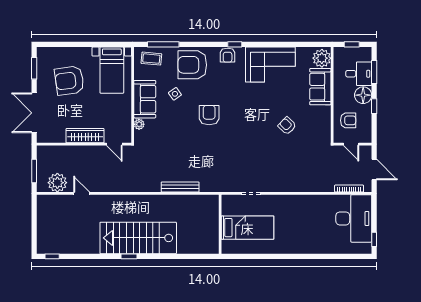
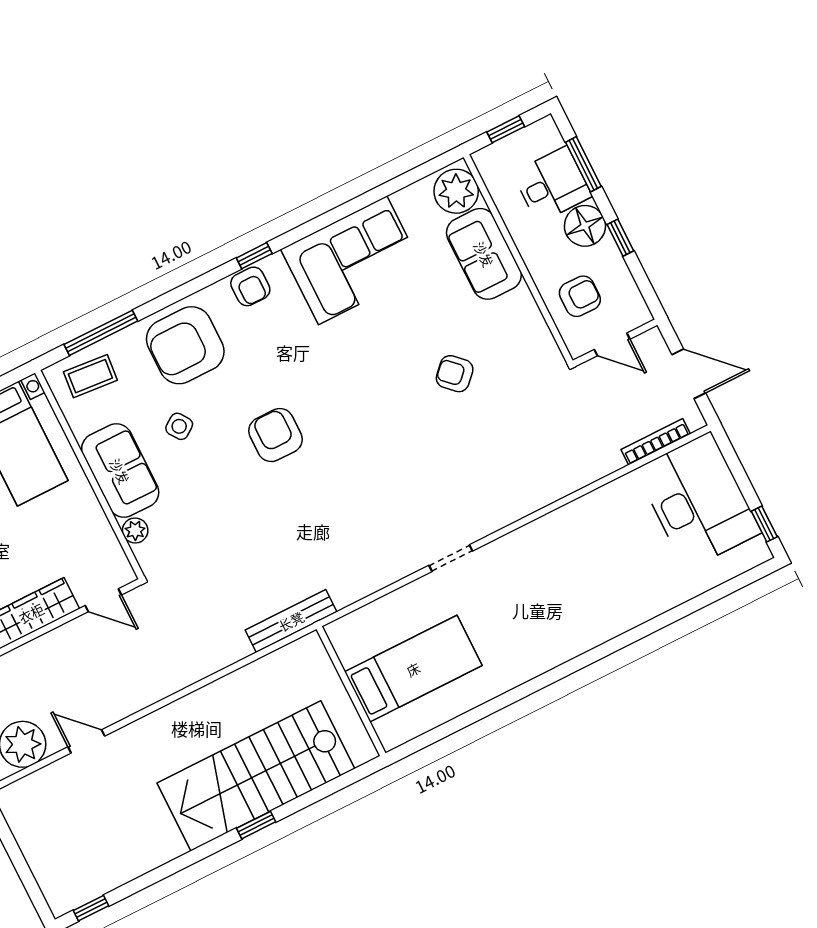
wall: (220, 224) -> (351, 691), moved
bed: (247, 228) -> (413, 669), moved

